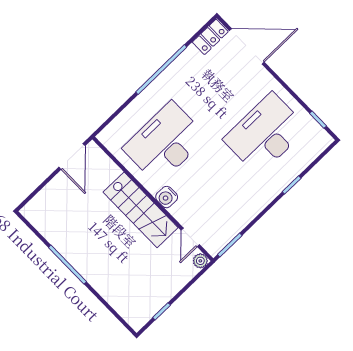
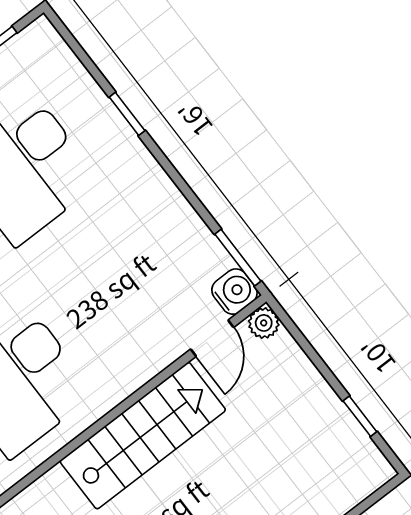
water cooler: (167, 197) -> (234, 292), moved, turned -90
door: (190, 237) -> (212, 338), hinge flipped

